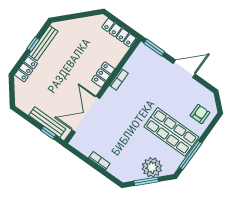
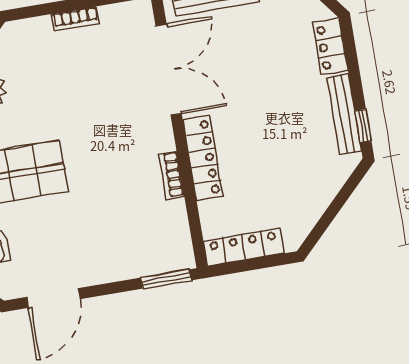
window: (33, 44) -> (363, 126), moved
door: (184, 69) -> (53, 298), moved
locker: (103, 75) -> (203, 158), width x1.53

